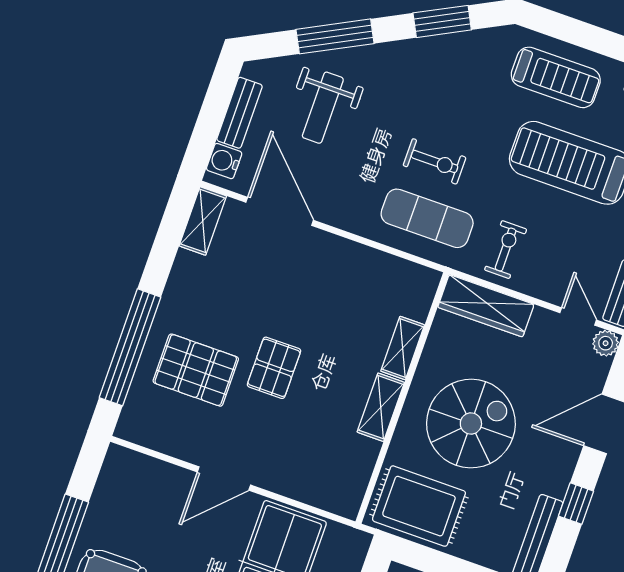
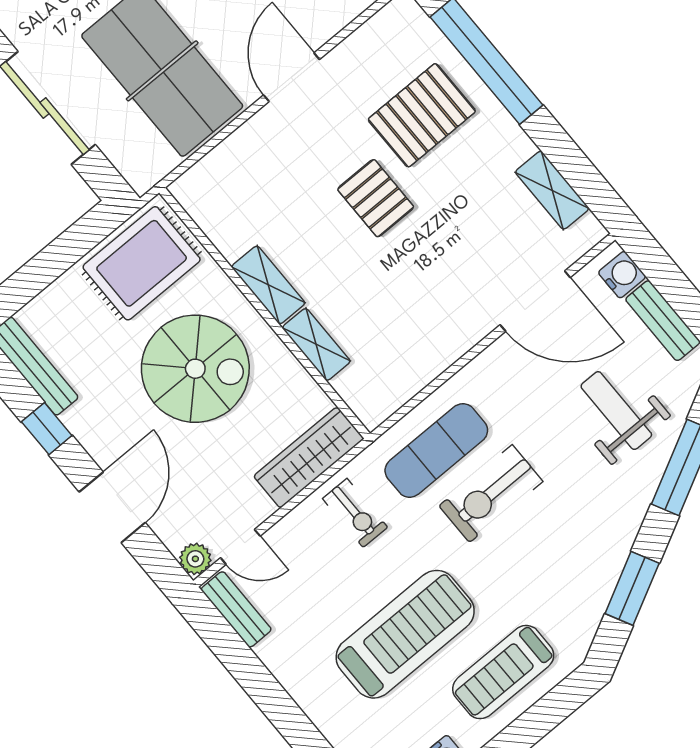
exercise bike: (435, 161) -> (491, 494), width x1.38, depth x1.39
shelving: (203, 221) -> (552, 190), moved
spiral stairs: (471, 424) -> (195, 369), turned -90

